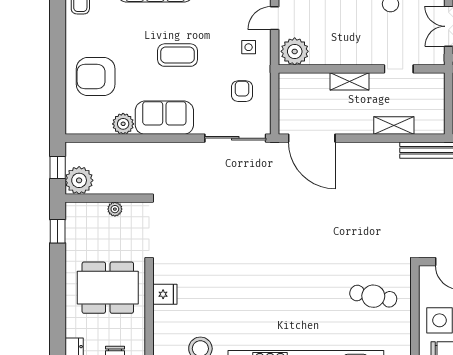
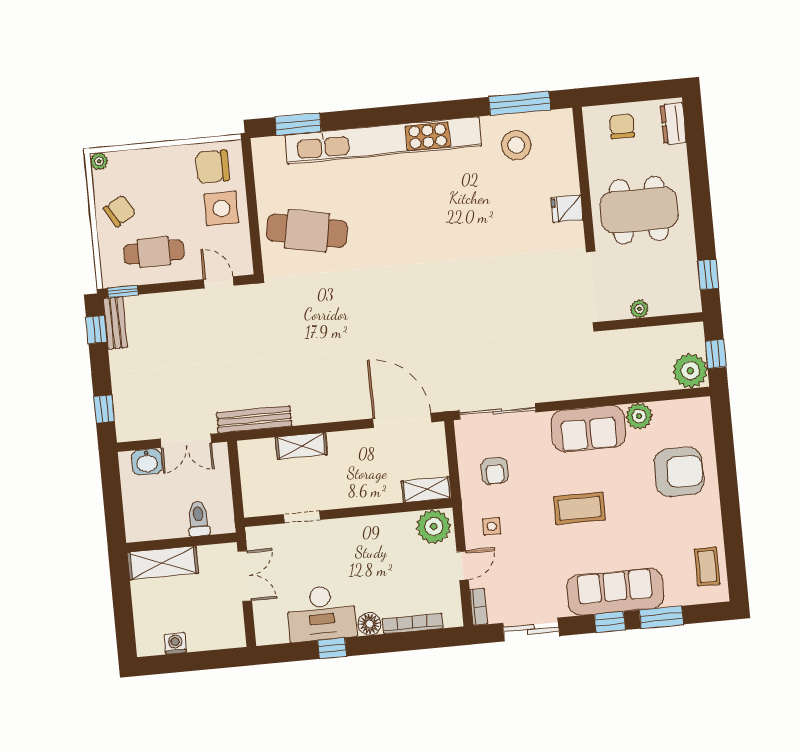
shelving: (350, 81) -> (426, 490), moved
plant: (79, 180) -> (690, 371), moved
cafe table: (373, 296) -> (307, 231), width x1.37, depth x1.35

